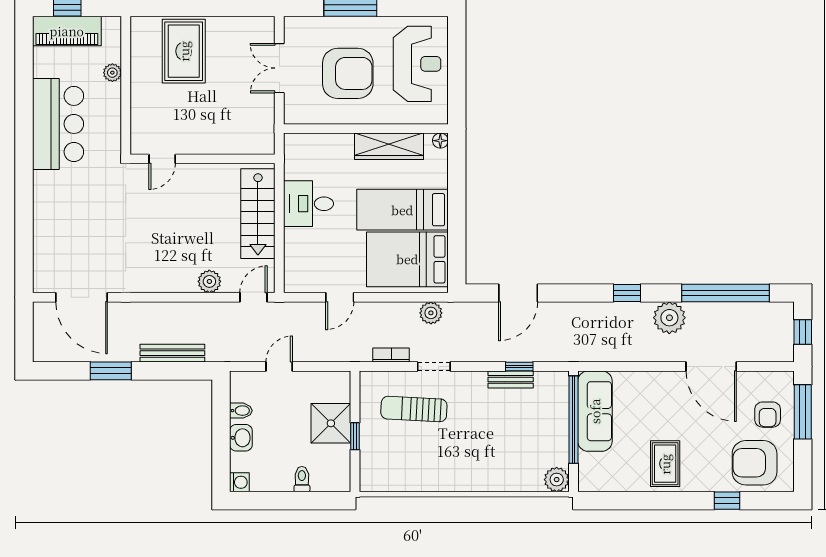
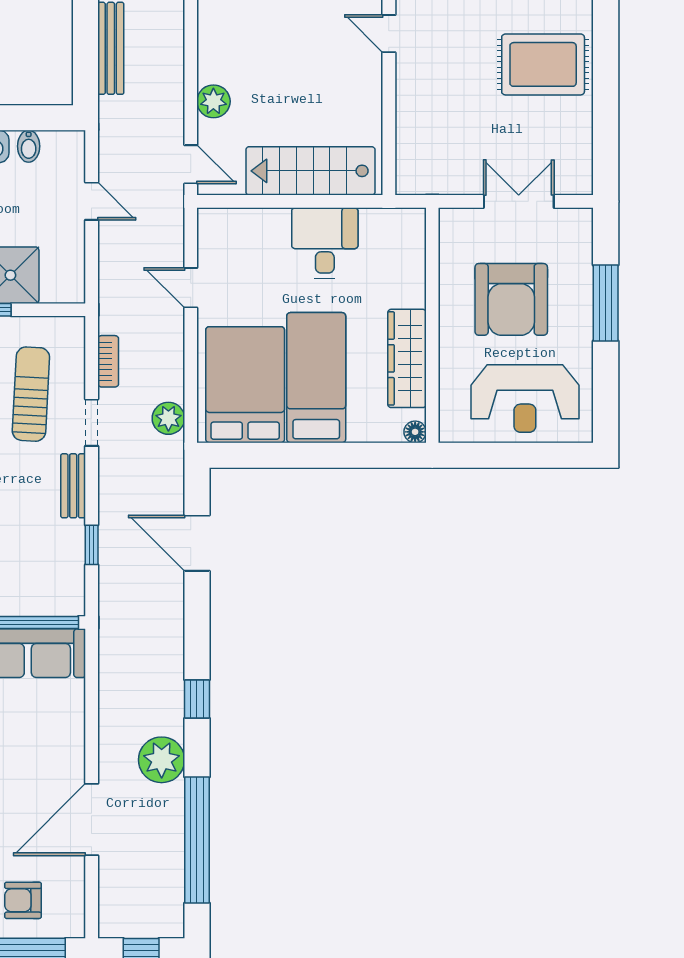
bench: (511, 379) -> (73, 486), moved

